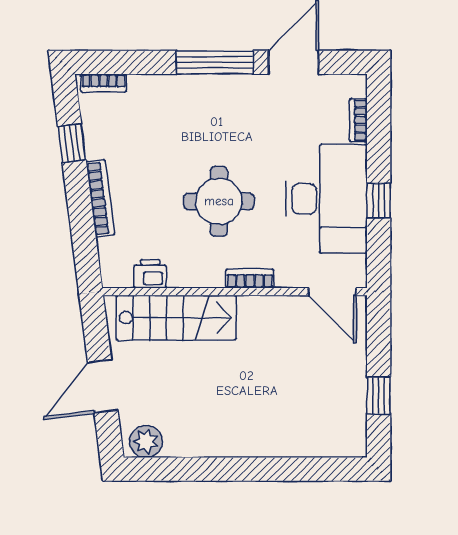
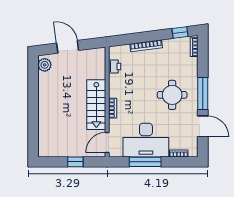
window: (72, 143) -> (180, 33), moved
window: (379, 200) -> (145, 162), width x2.17
round table: (219, 201) -> (172, 95), moved
stairs: (176, 318) -> (96, 105), moved
window: (379, 396) -> (75, 162), moved

